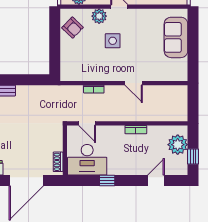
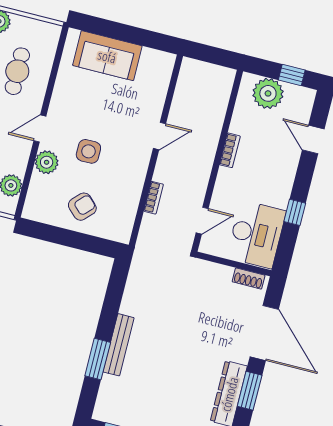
armchair: (73, 28) -> (82, 207), moved

